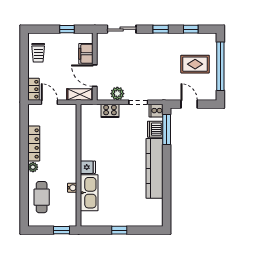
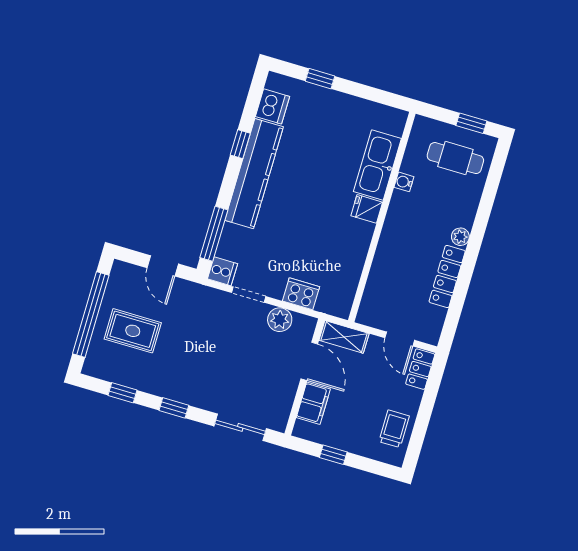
dishwasher: (155, 129) -> (272, 106), moved
window: (167, 182) -> (240, 144), added
cafe table: (42, 197) -> (455, 158), moved, turned 90
window: (62, 230) -> (471, 123), moved
window: (119, 230) -> (320, 79), moved

